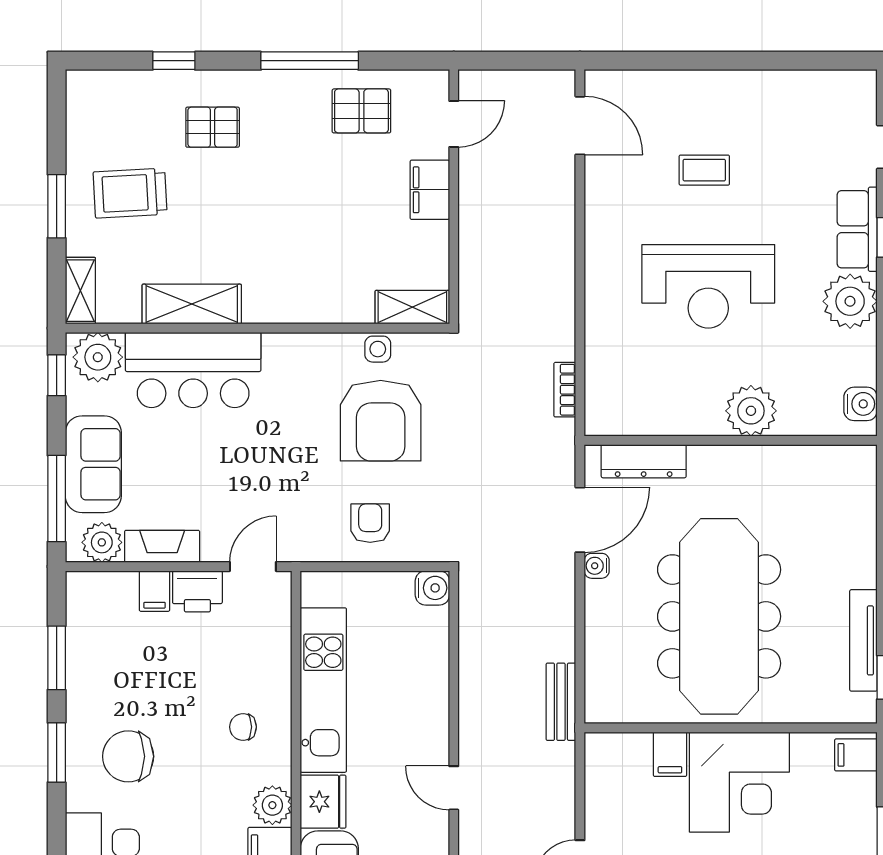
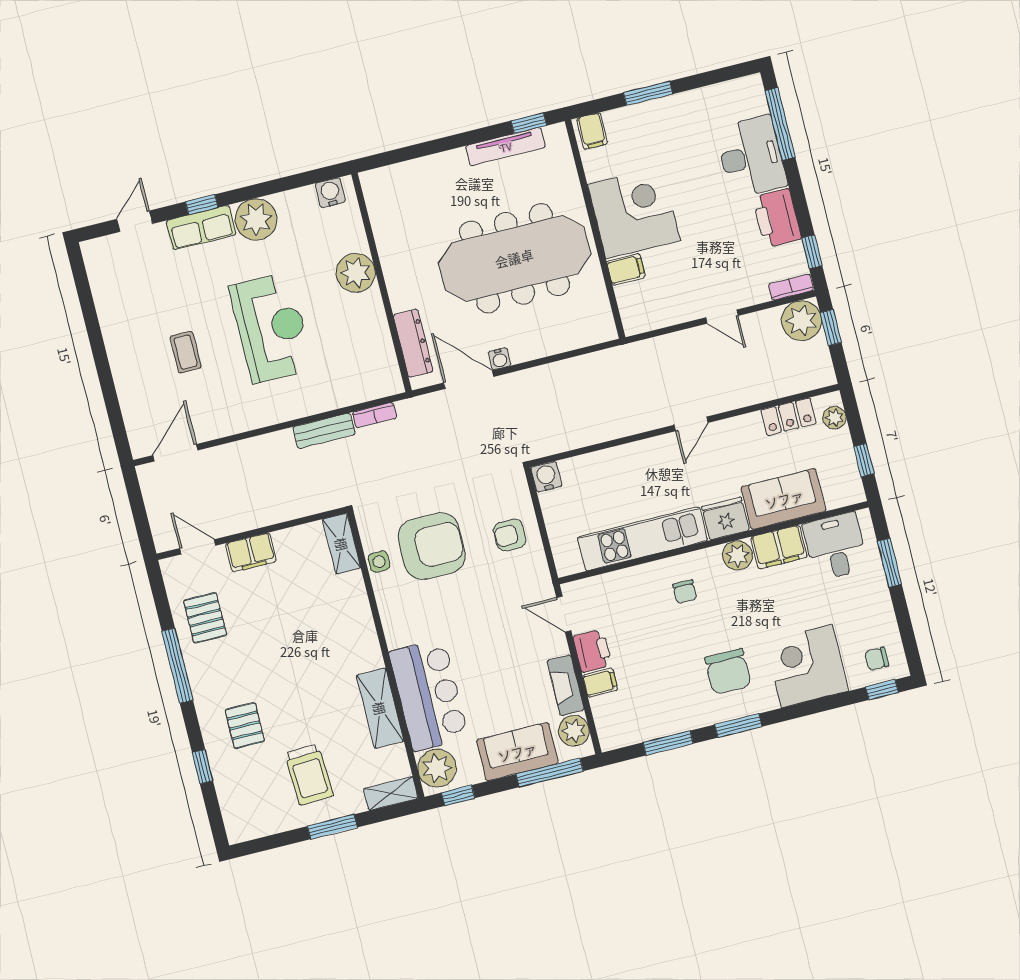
bench: (561, 702) -> (324, 431), moved

